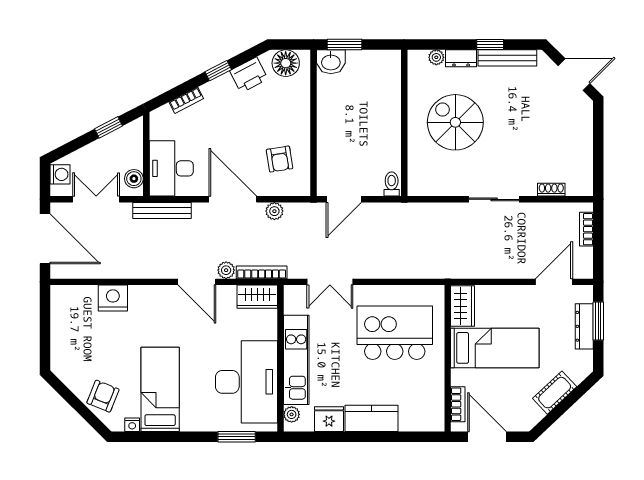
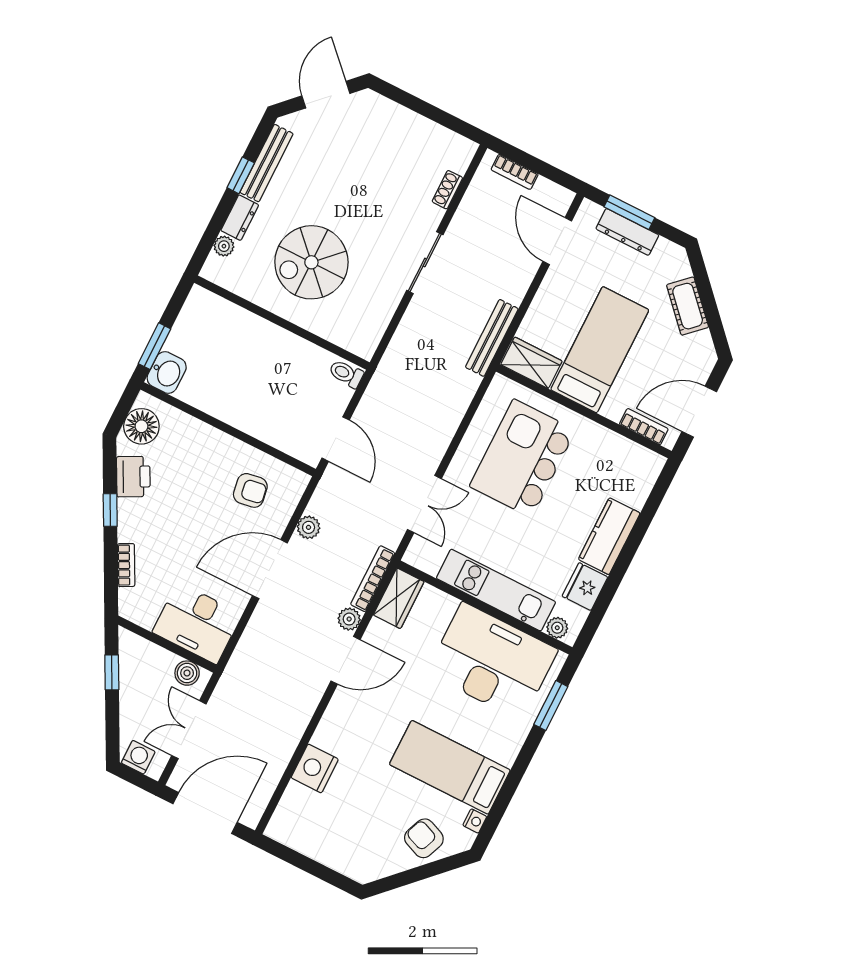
bench: (162, 211) -> (492, 338), moved

